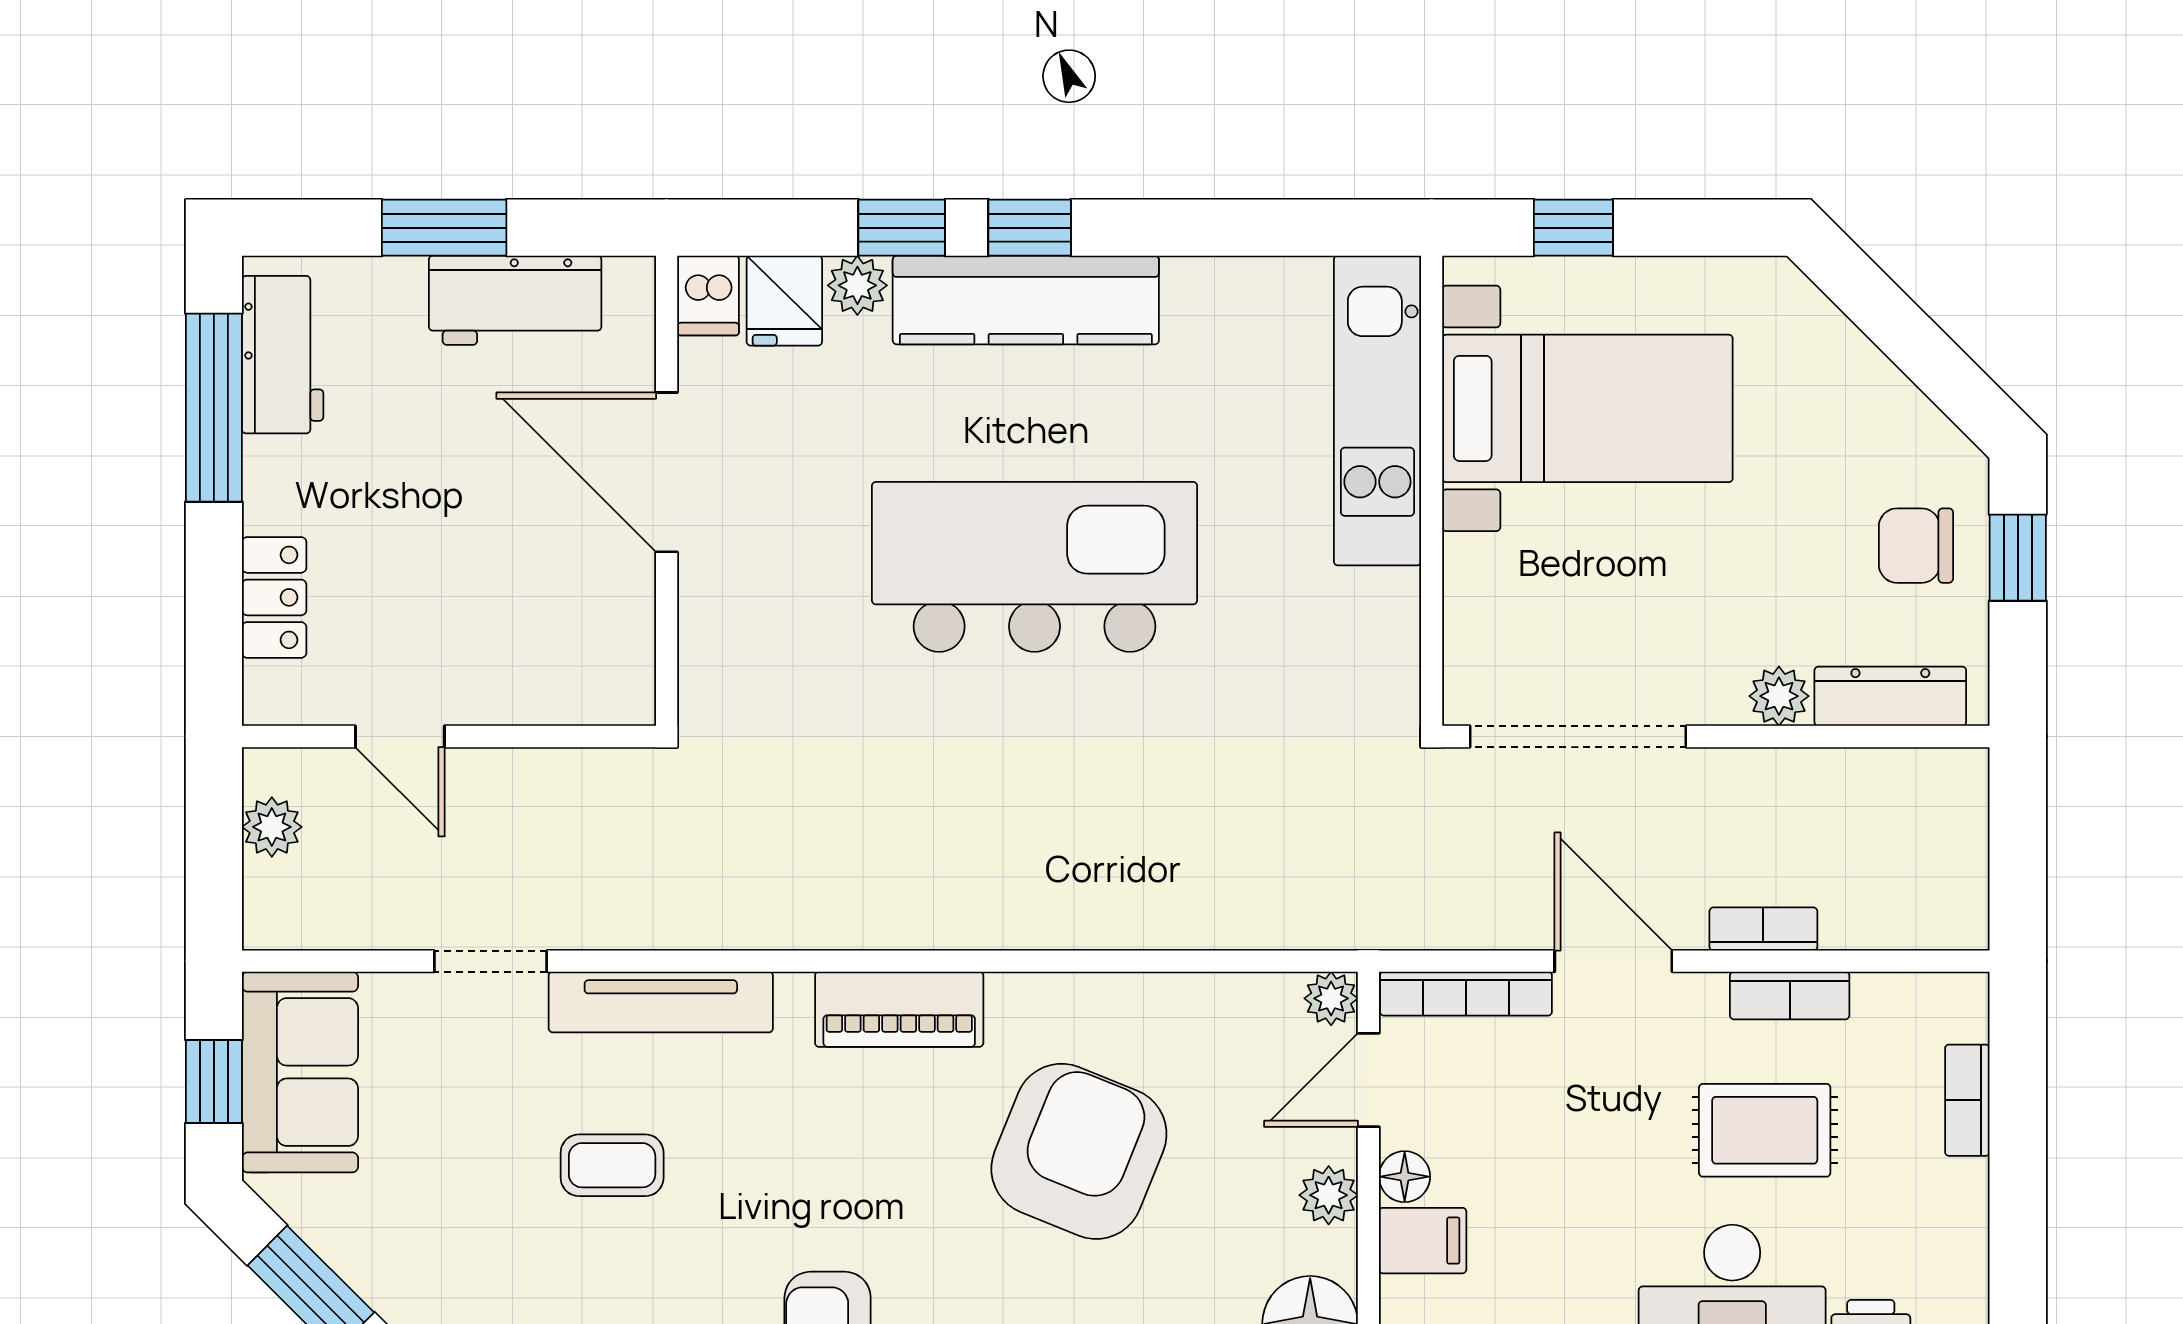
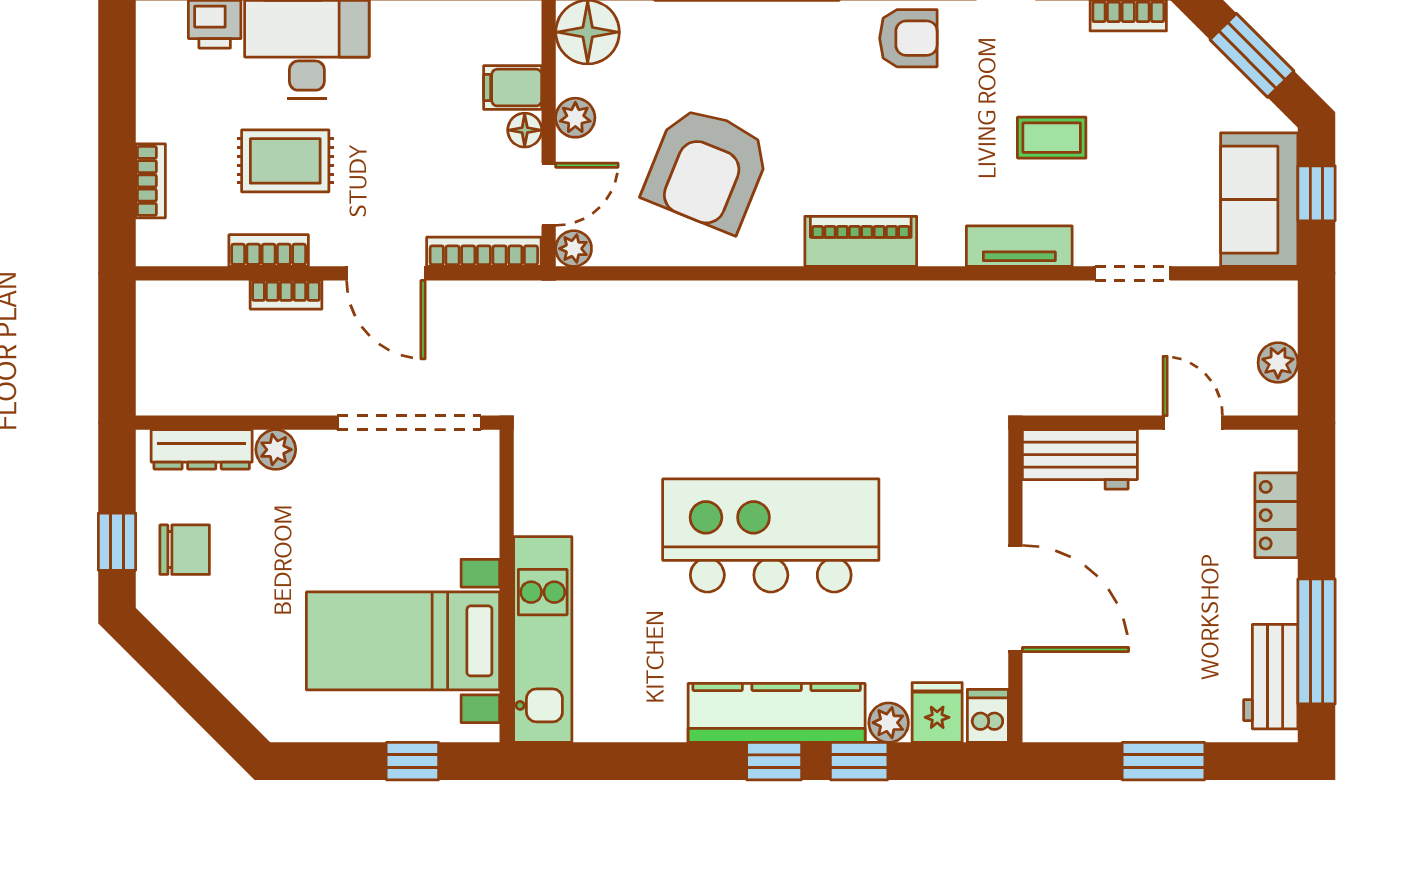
workbench: (515, 300) -> (1080, 459), moved, turned 180
kitchen island: (1034, 567) -> (771, 535), turned 180
tv unit: (661, 1002) -> (1019, 246), width x0.71
armchair: (1079, 1151) -> (707, 169), moved

